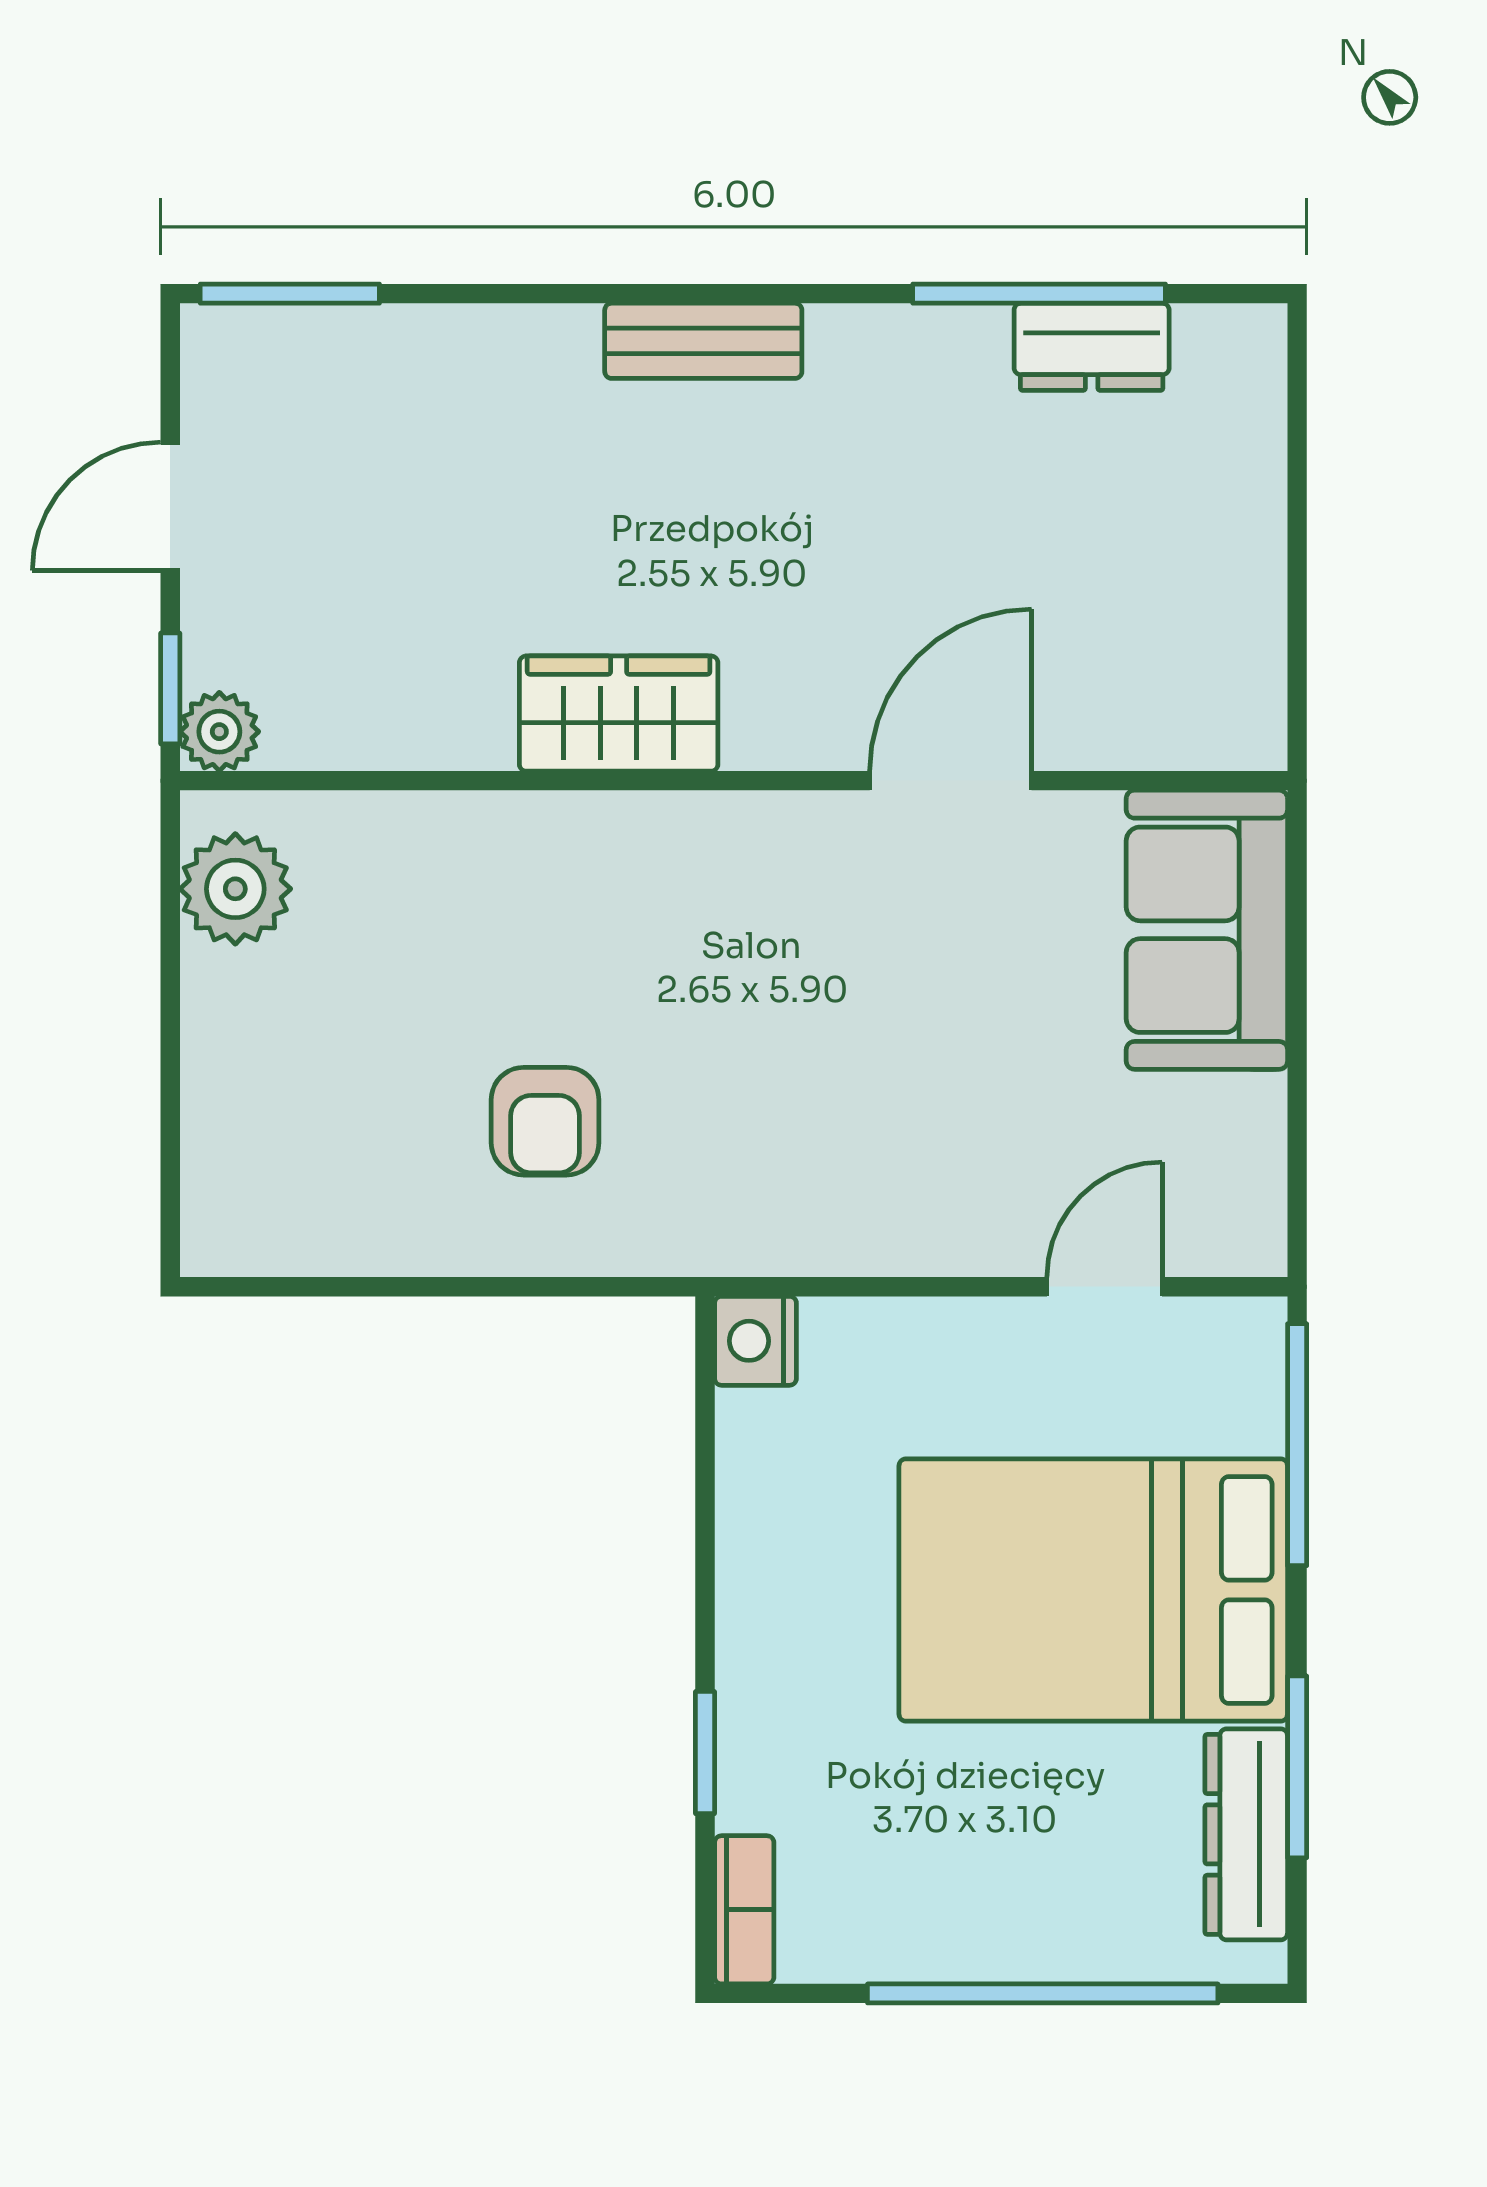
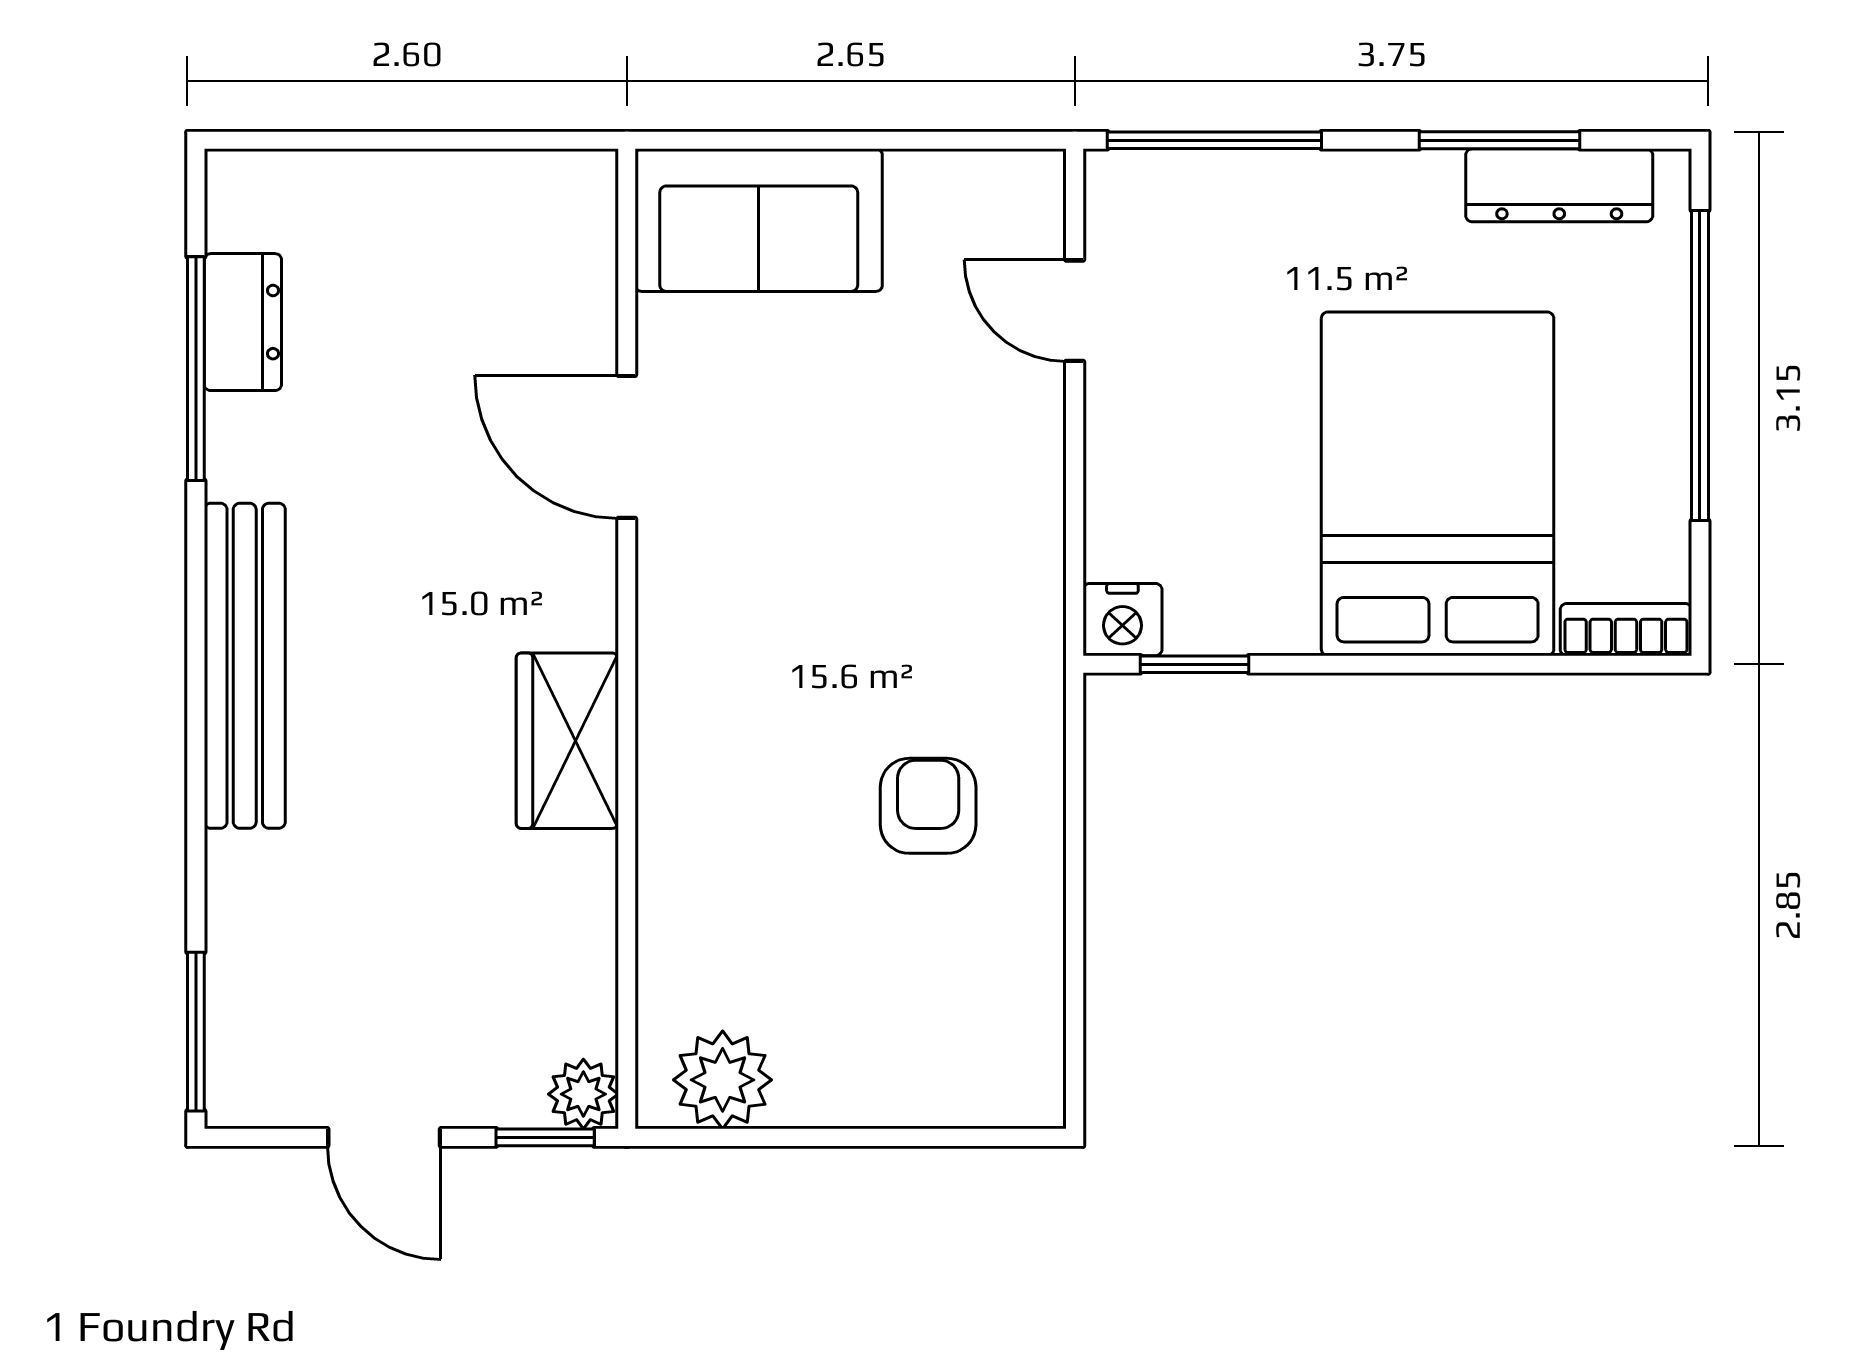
bench: (703, 341) -> (245, 666), width x1.86, depth x1.21
armchair: (545, 1121) -> (928, 806), turned -90
bed: (1093, 1590) -> (1438, 484), moved, turned 180
window: (705, 1753) -> (1195, 664), moved

